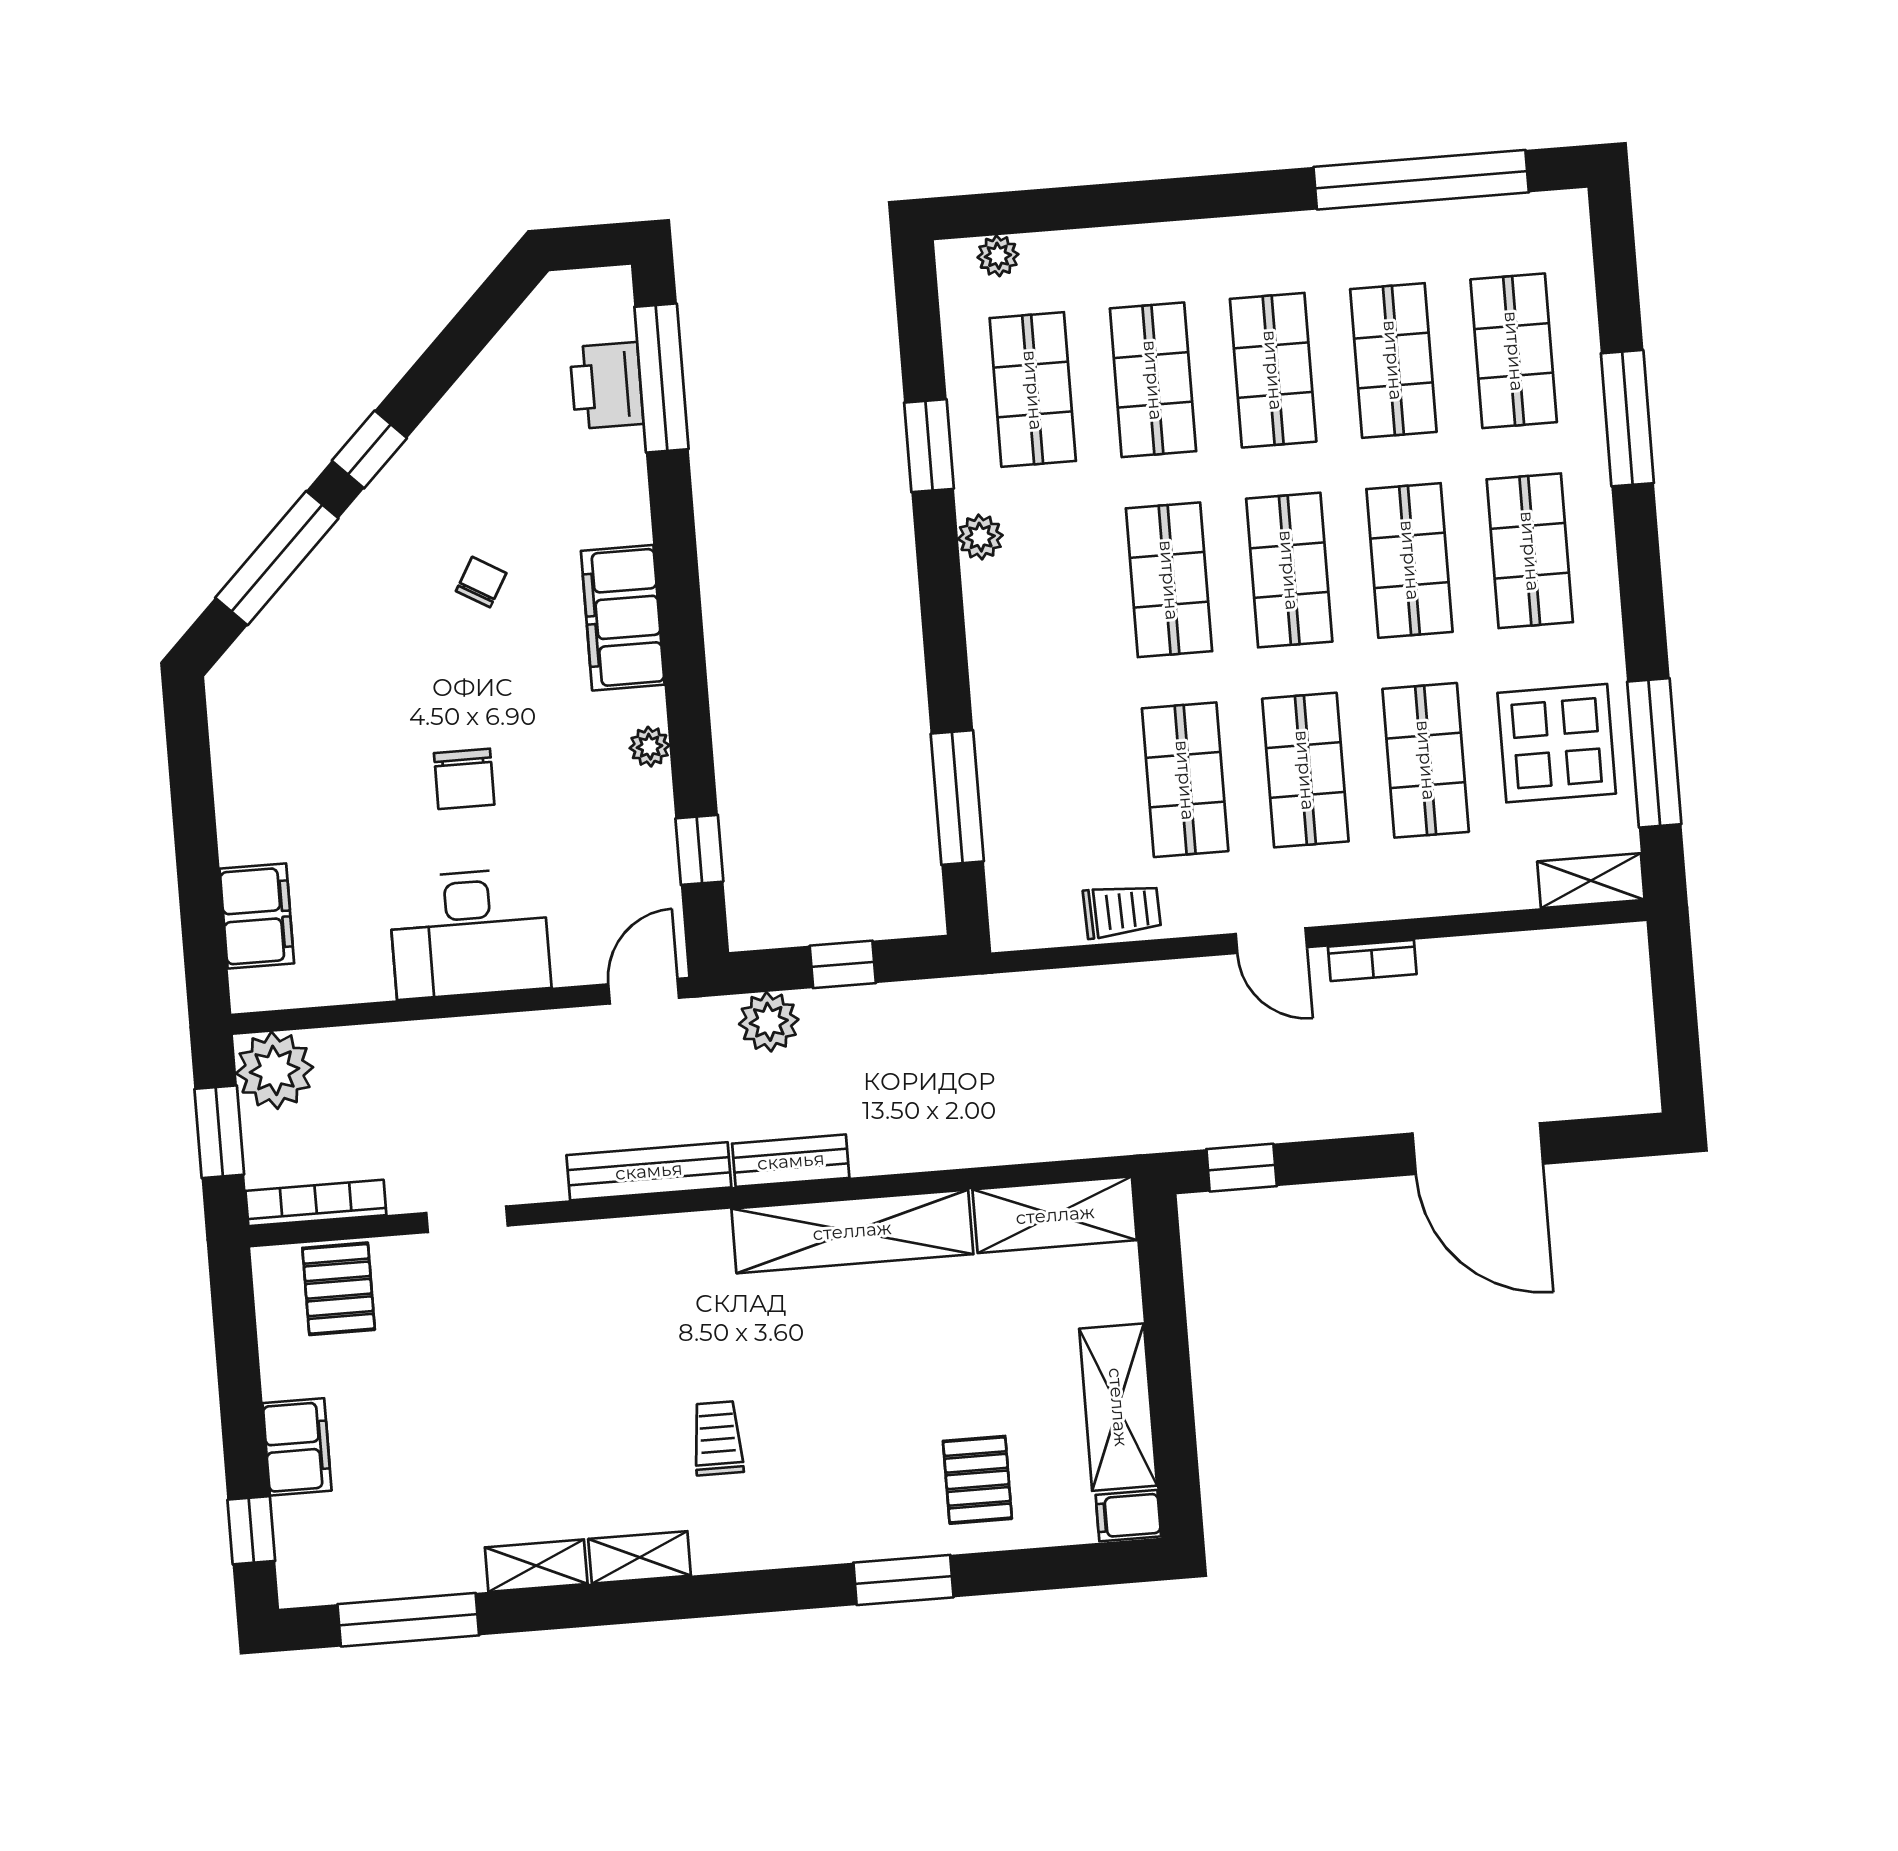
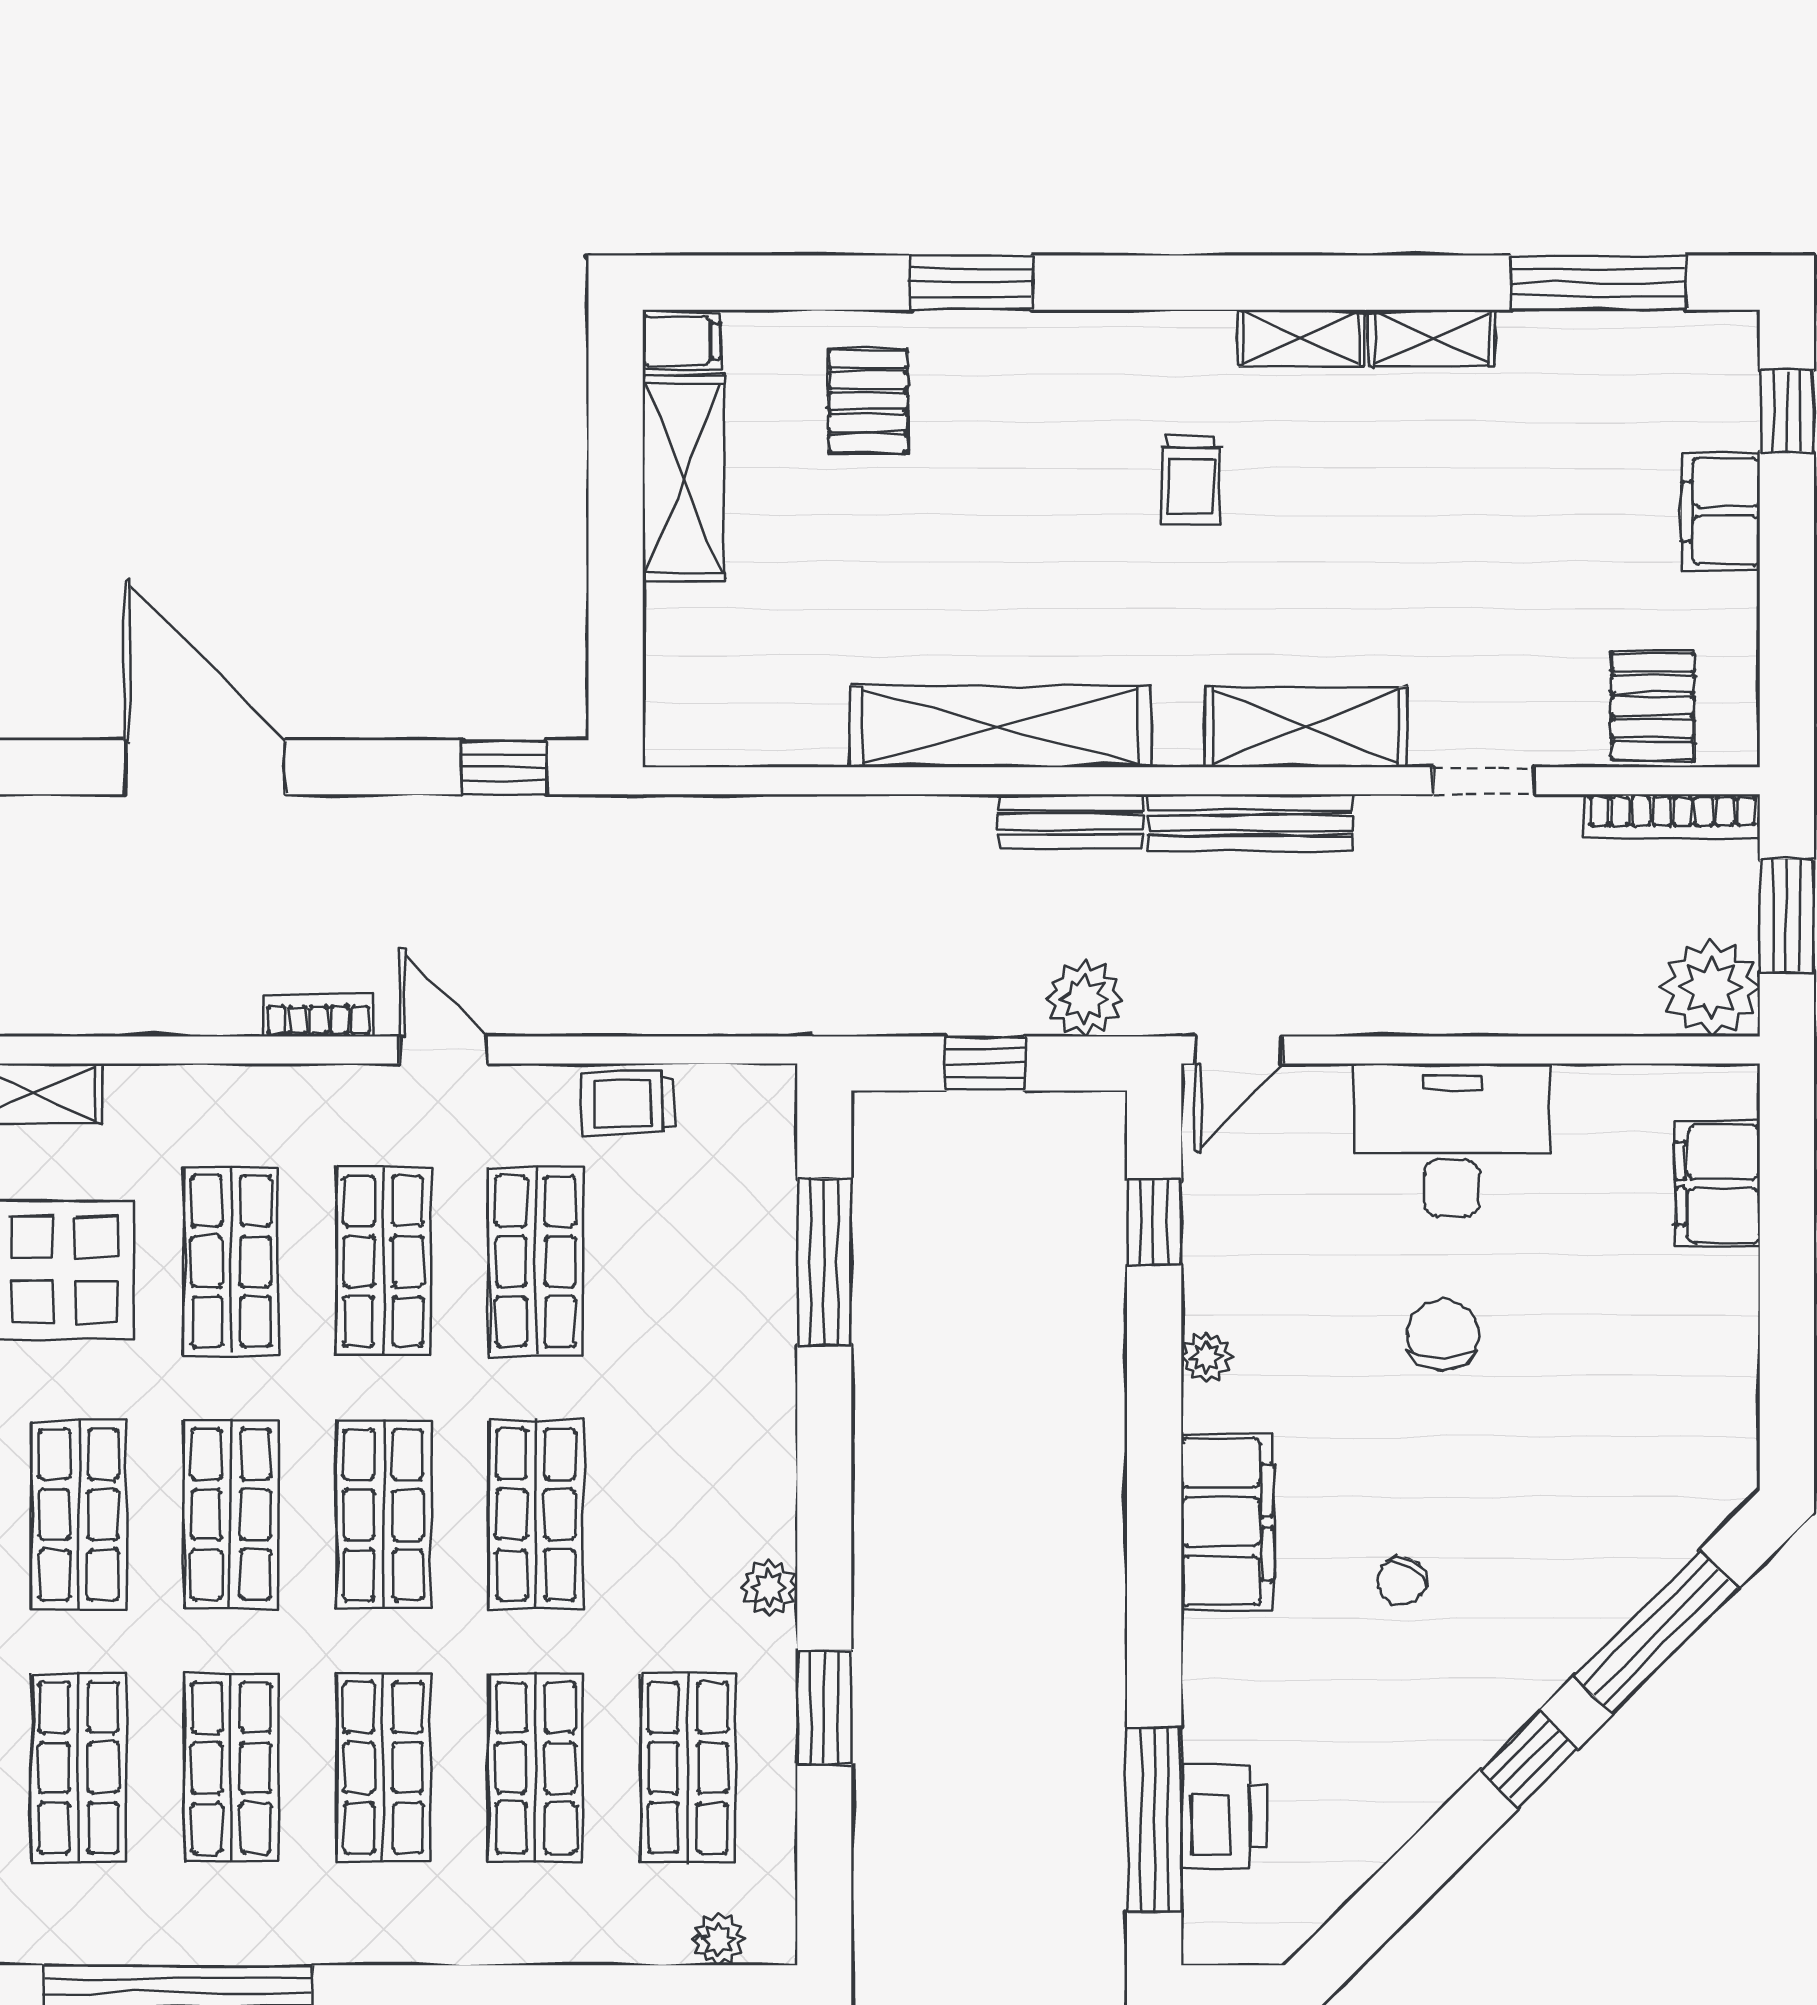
shelving: (1055, 1215) -> (1306, 727), moved

